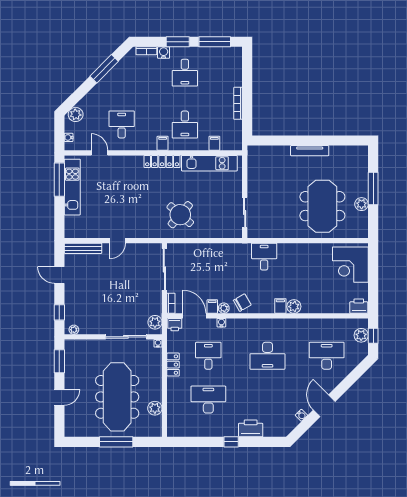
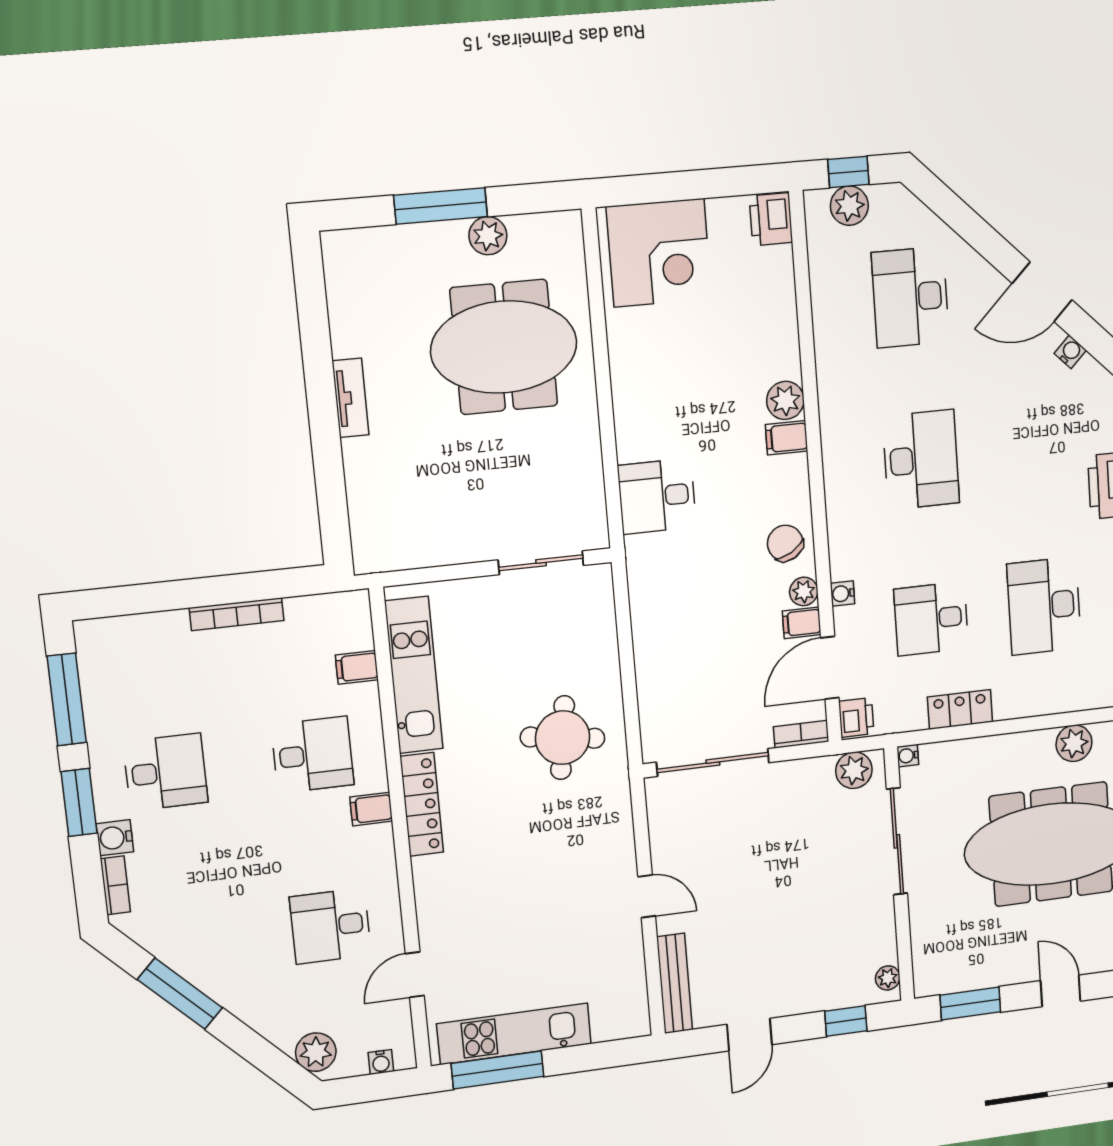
tv unit: (310, 151) -> (351, 398), width x0.71
round table: (180, 215) -> (563, 738), turned -33

